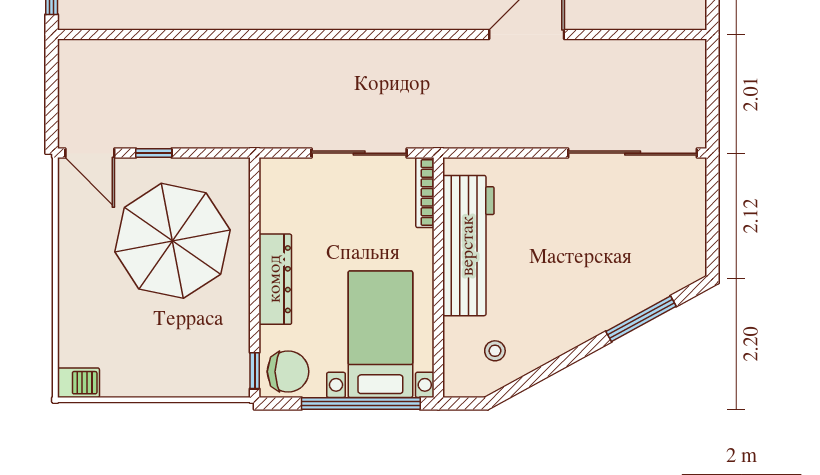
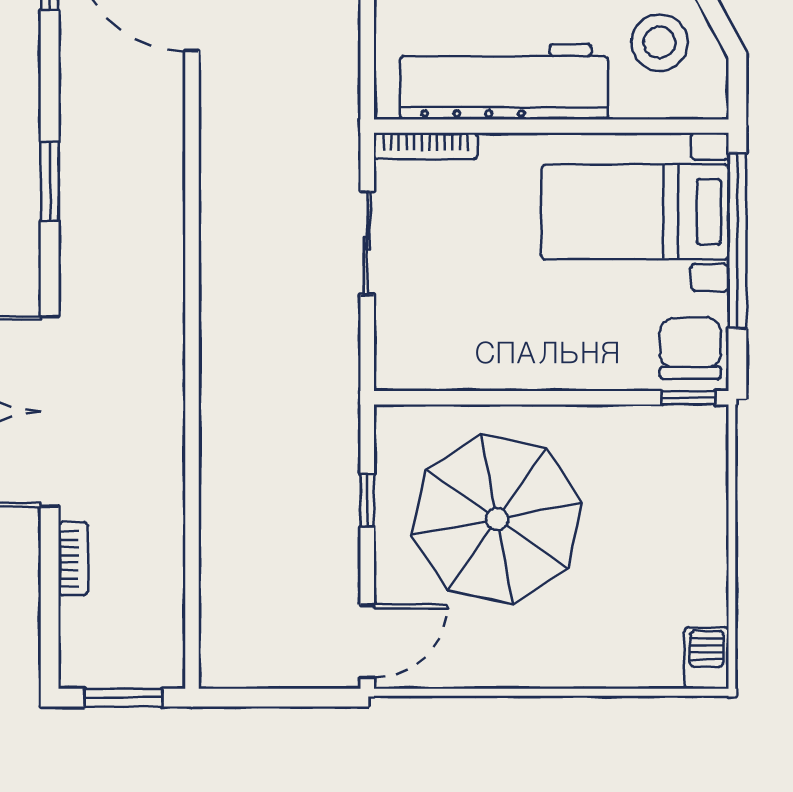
window: (154, 153) -> (367, 500), moved
sliding door: (359, 153) -> (367, 243), width x0.73
dresser: (275, 279) -> (554, 367), removed
stool: (495, 351) -> (660, 43), width x1.89, depth x1.89

